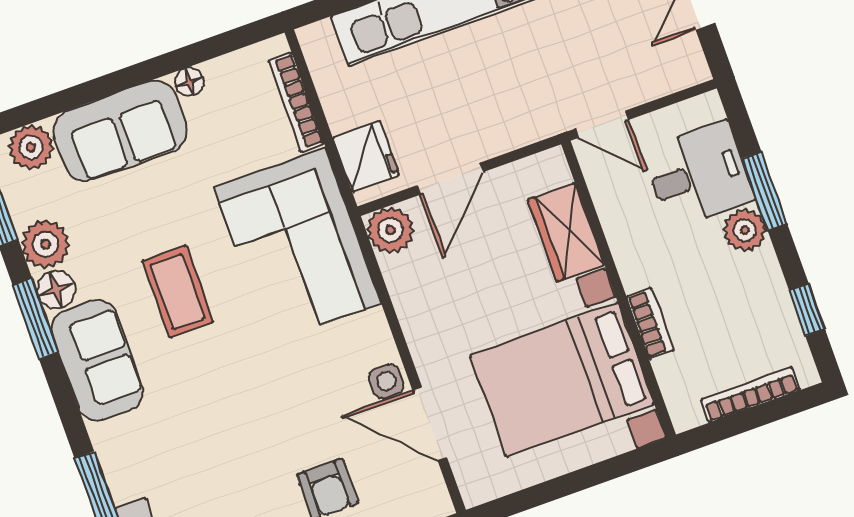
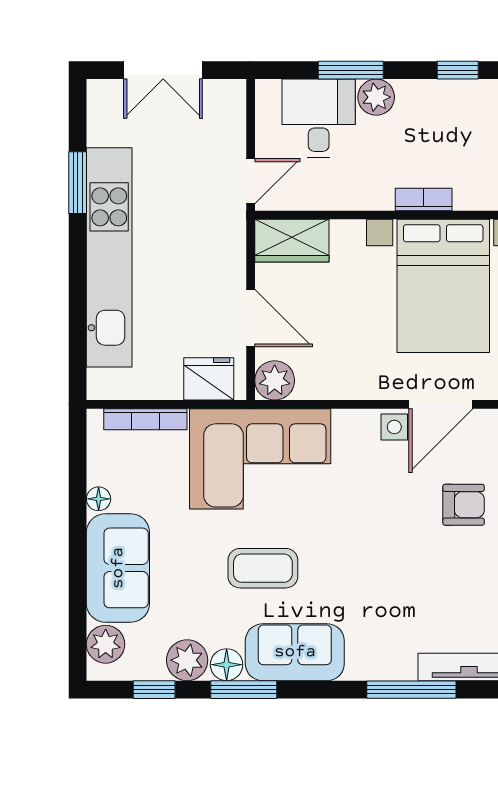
wardrobe: (566, 232) -> (292, 241), moved

